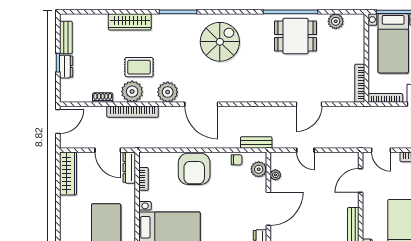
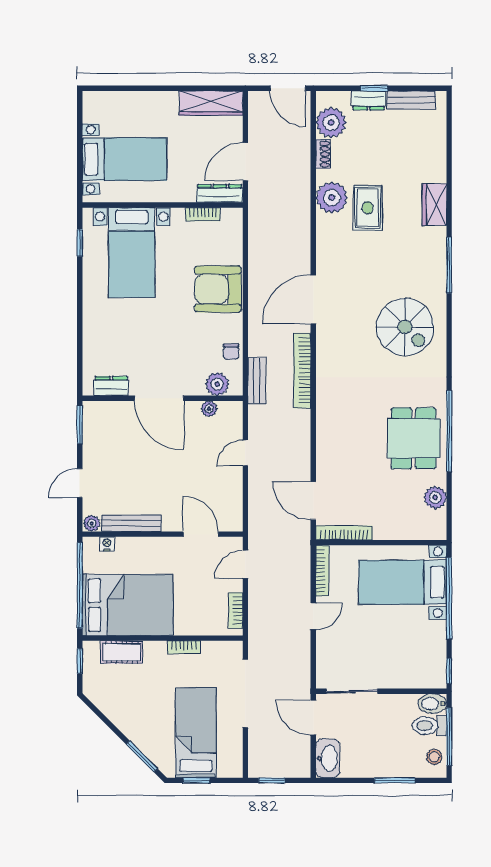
wardrobe: (130, 22) -> (434, 205), width x0.67
plant: (168, 92) -> (331, 123), moved
door: (309, 104) -> (313, 501), moved
bookcase: (133, 112) -> (302, 371), moved

